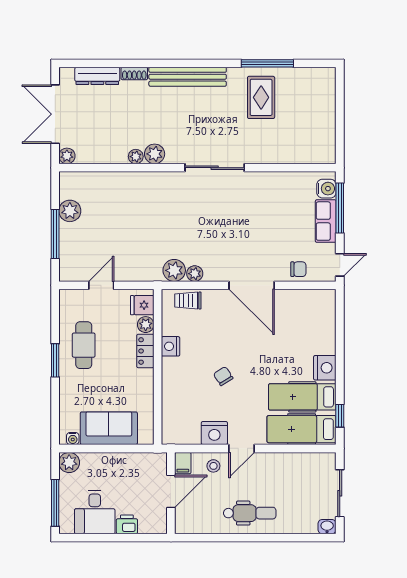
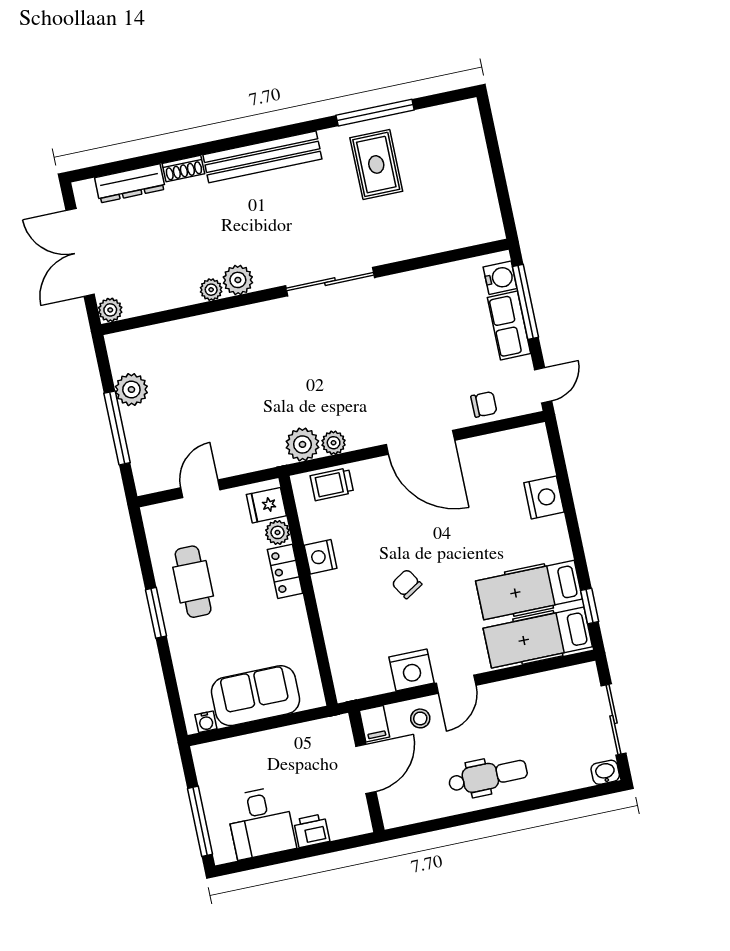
nightstand: (325, 368) -> (544, 497), moved
plant: (69, 462) -> (208, 758), removed

